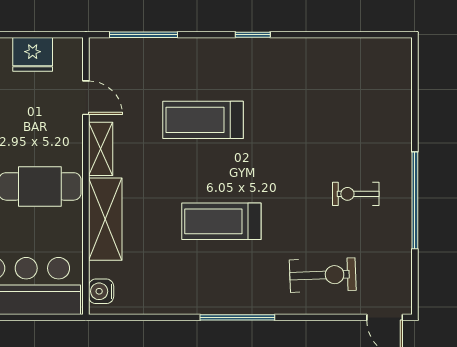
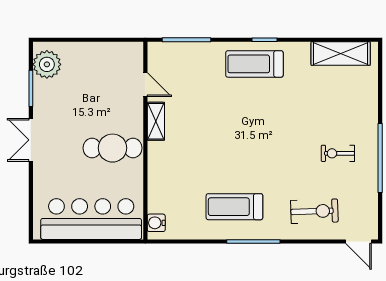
fridge: (33, 54) -> (107, 54), removed
treadmill: (203, 120) -> (254, 64), moved
shelving: (105, 219) -> (341, 54), moved, turned 90
treadmill: (221, 221) -> (234, 207), moved

